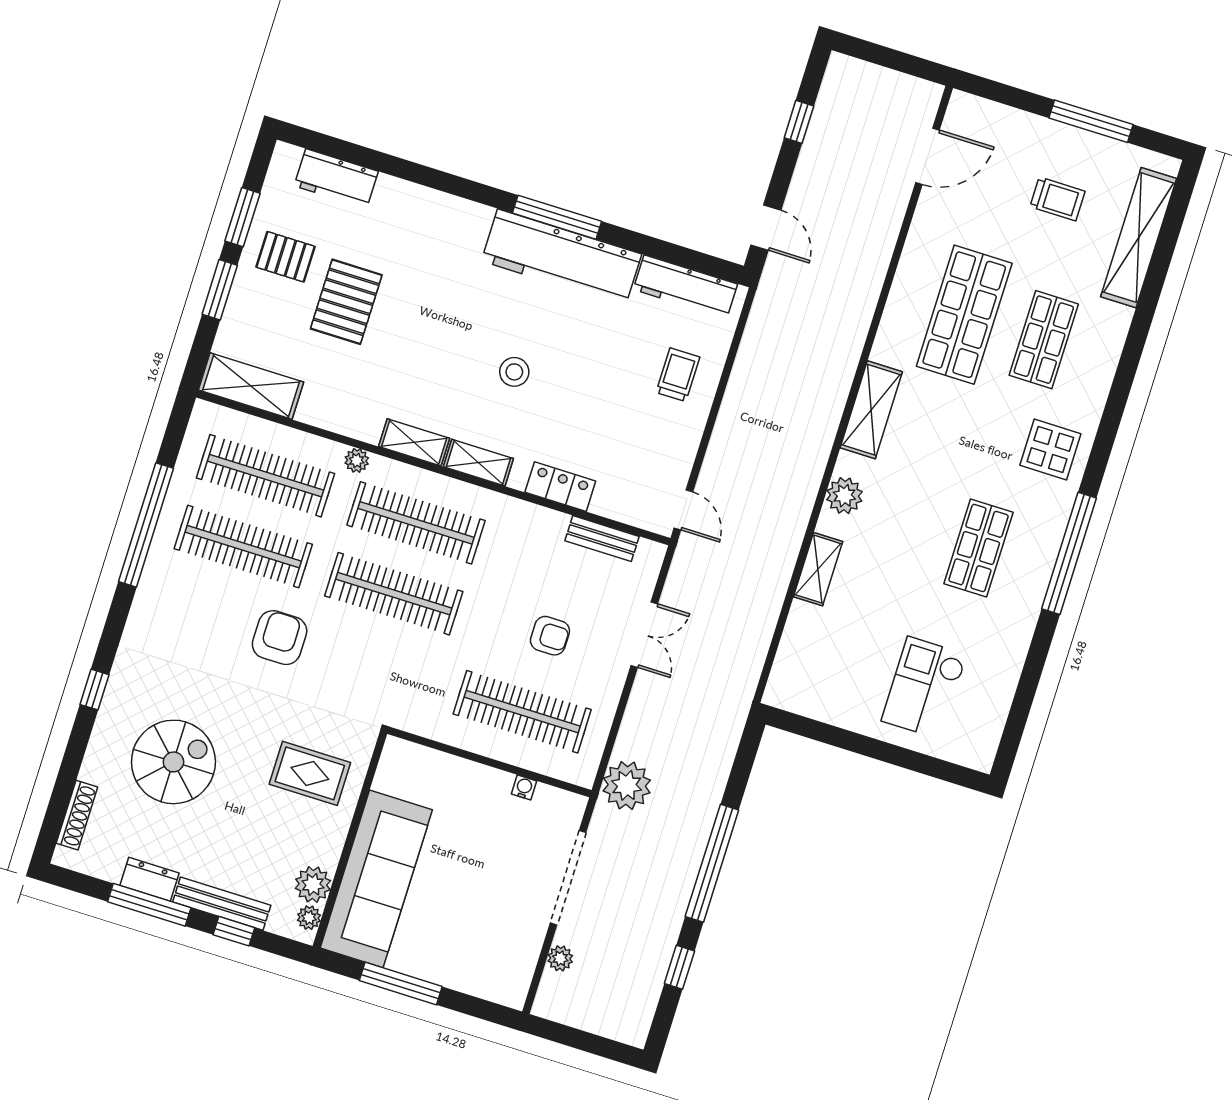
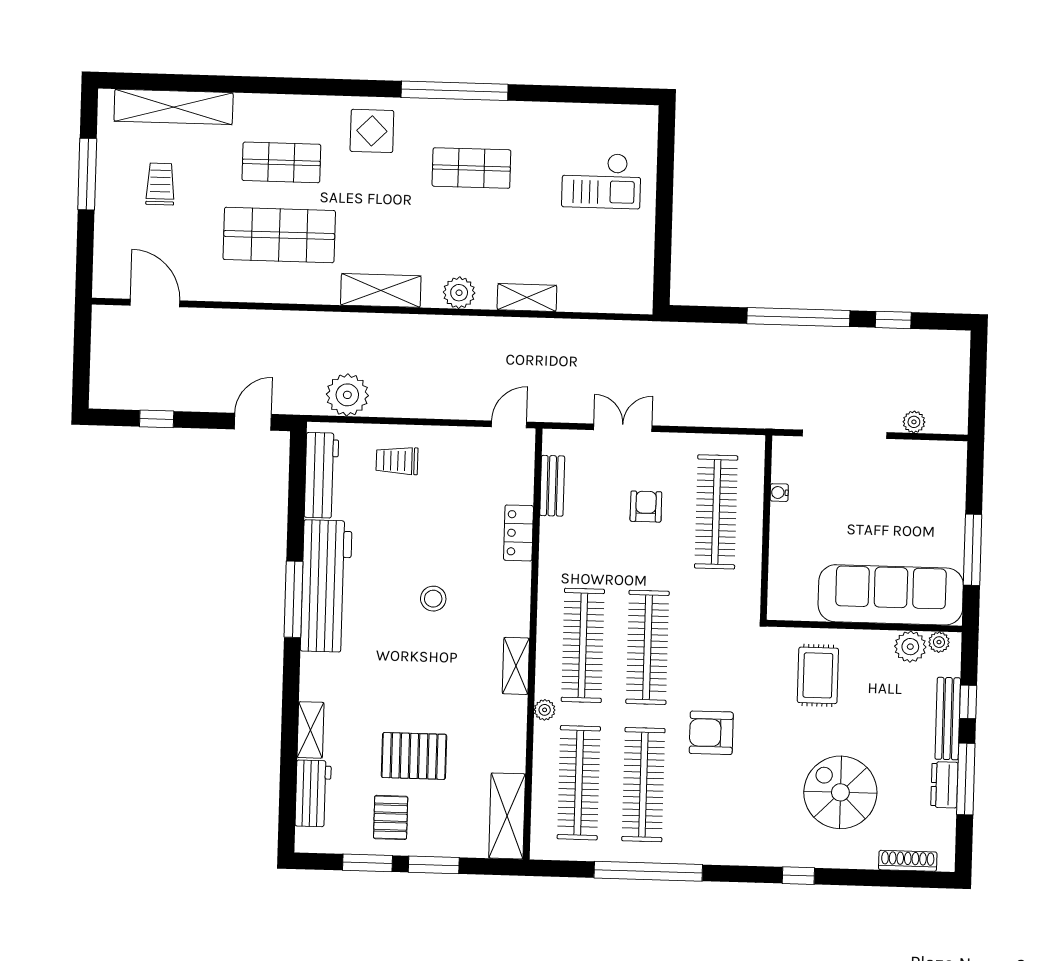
shelving: (478, 463) -> (311, 730), moved
plant: (627, 785) -> (347, 395), moved

